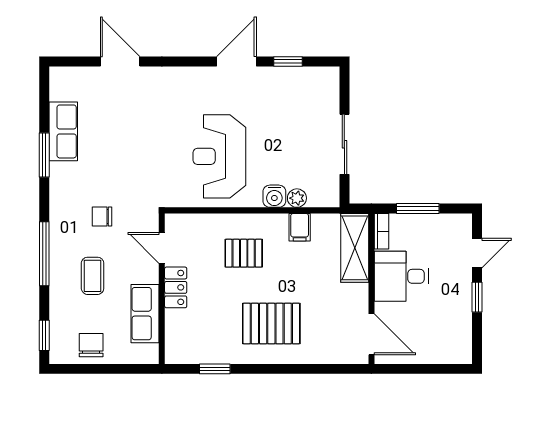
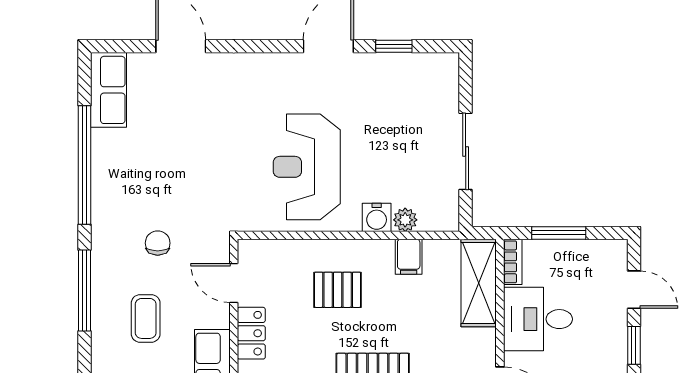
row of seats: (63, 131) -> (108, 90), moved
window: (44, 155) -> (84, 165), width x2.11
chair: (102, 216) -> (158, 243), turned 90
door: (477, 253) -> (634, 290), hinge flipped

